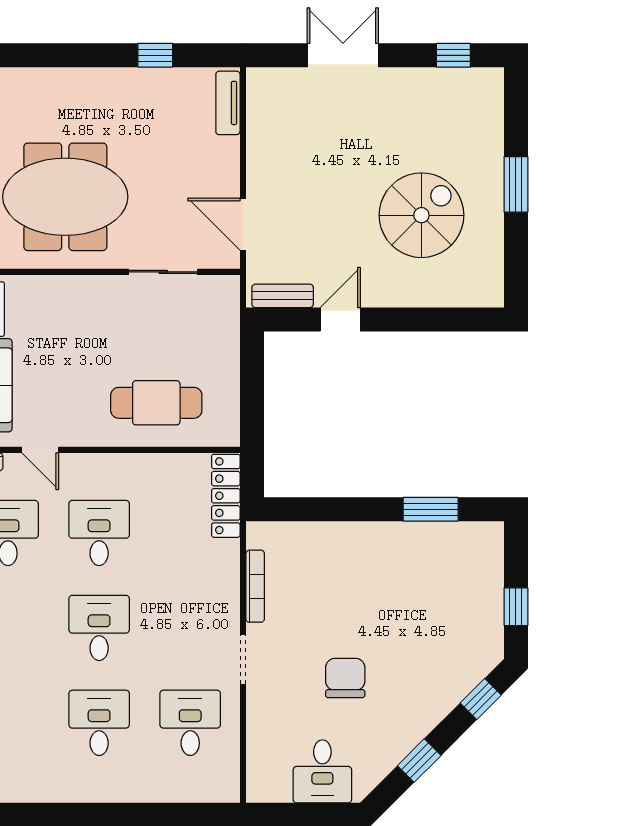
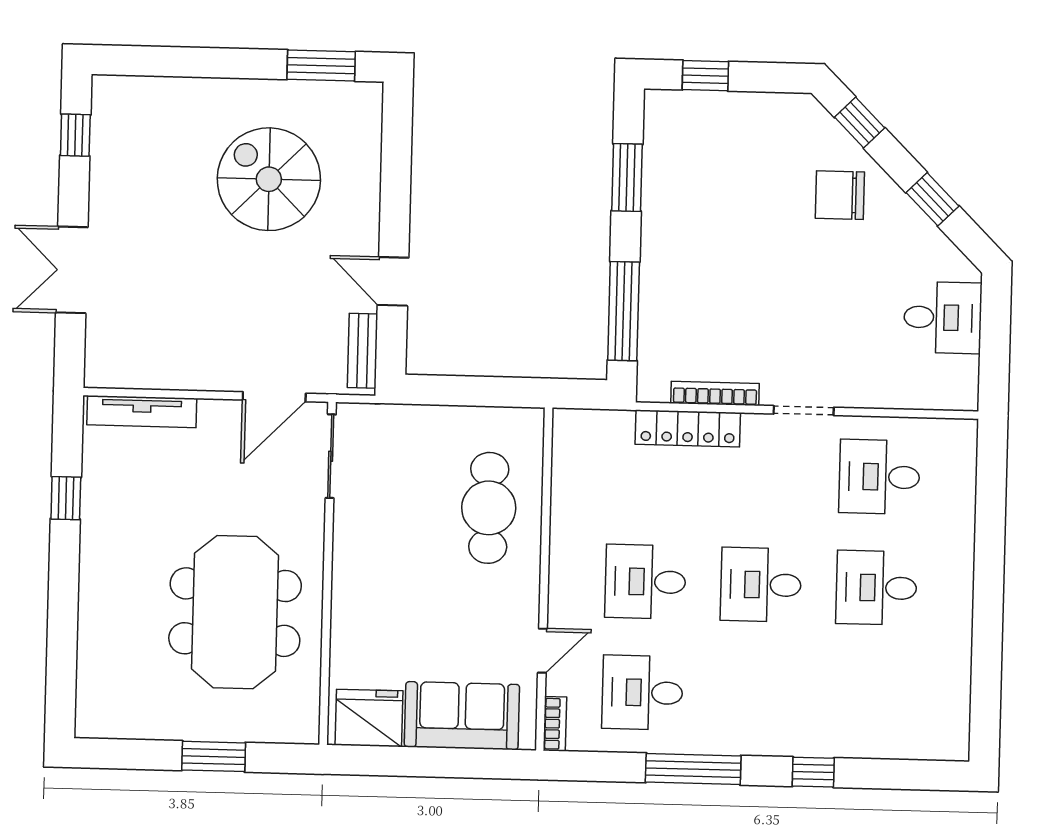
tv unit: (228, 103) -> (142, 412), width x1.41
window: (516, 184) -> (321, 66), moved
sliding door: (163, 272) -> (331, 456), moved
locker: (226, 496) -> (688, 428), moved
window: (321, 509) -> (624, 311), added
window: (516, 607) -> (705, 76), moved
chair: (345, 678) -> (840, 195), moved

